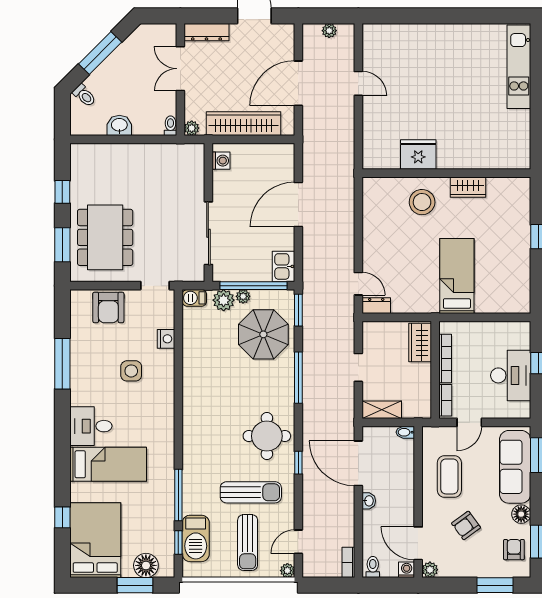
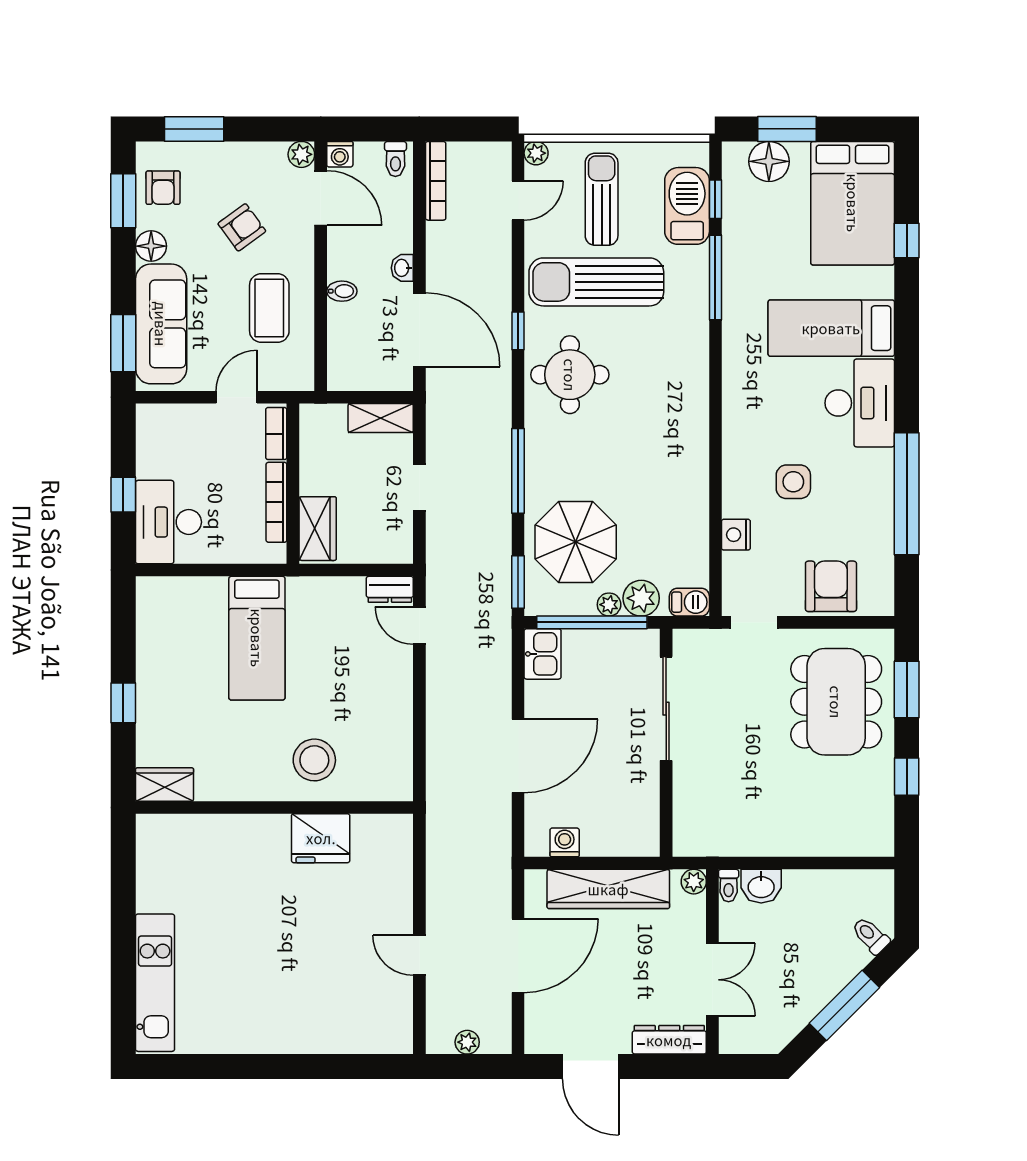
washbasin: (119, 125) -> (761, 886), moved
washing machine: (221, 161) -> (565, 842), moved, turned 90
wardrobe: (468, 187) -> (165, 785), moved
window: (62, 364) -> (907, 494), width x1.46
desk: (511, 375) -> (168, 522), moved
desk: (91, 426) -> (860, 403), width x1.37
bidet: (405, 432) -> (342, 291), moved
sun lounger: (251, 492) -> (596, 282), width x1.36, depth x1.34
bookcase: (348, 562) -> (436, 181), width x1.56

